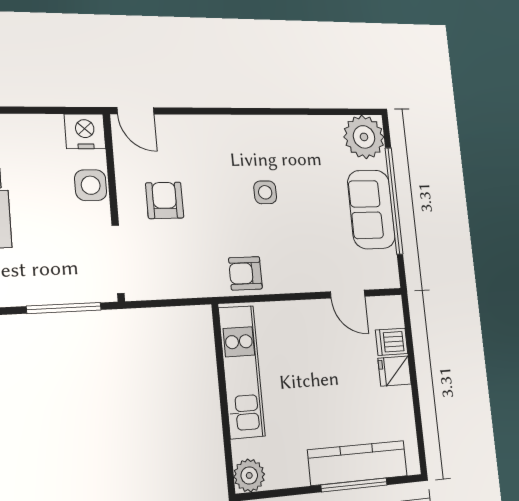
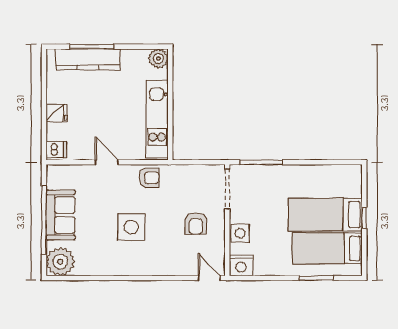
side table: (265, 192) -> (131, 227), width x1.87, depth x1.87
door: (348, 294) -> (107, 162), moved
dishwasher: (392, 342) -> (56, 150), moved

